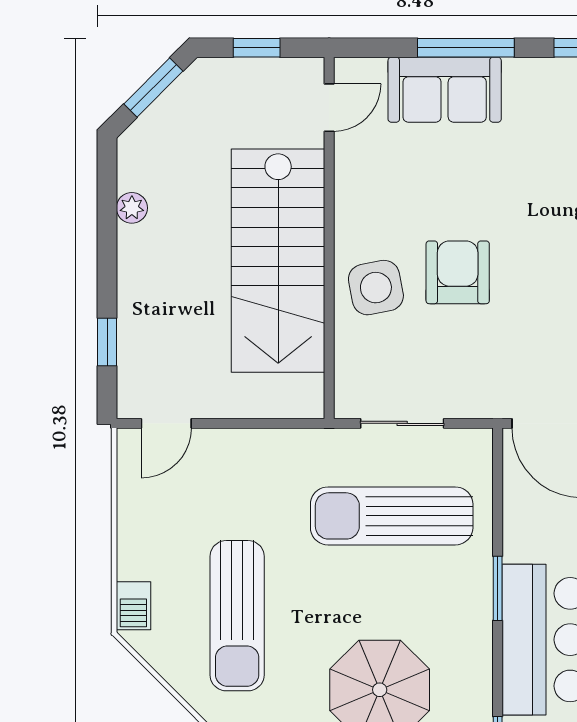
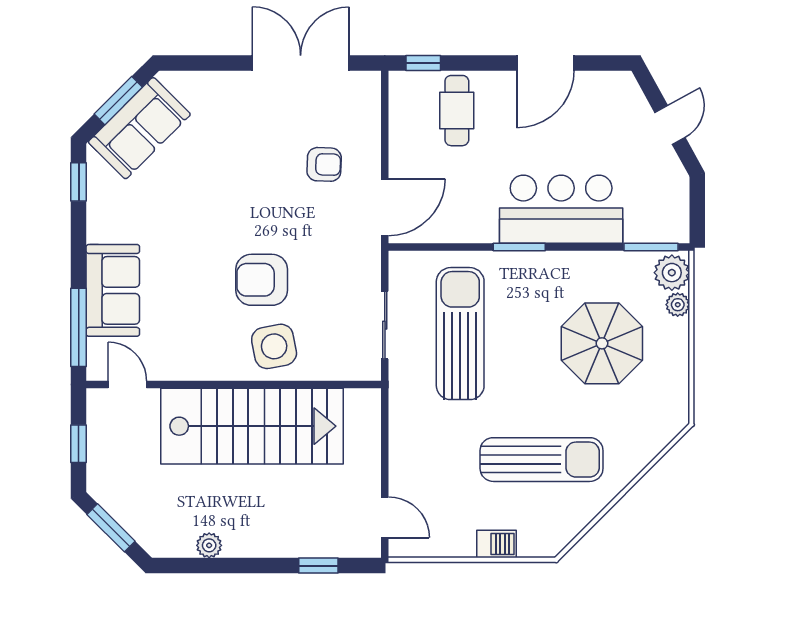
window: (466, 48) -> (79, 327), moved
sun lounger: (392, 516) -> (460, 334), turned 180
barbecue: (133, 606) -> (497, 544), moved

